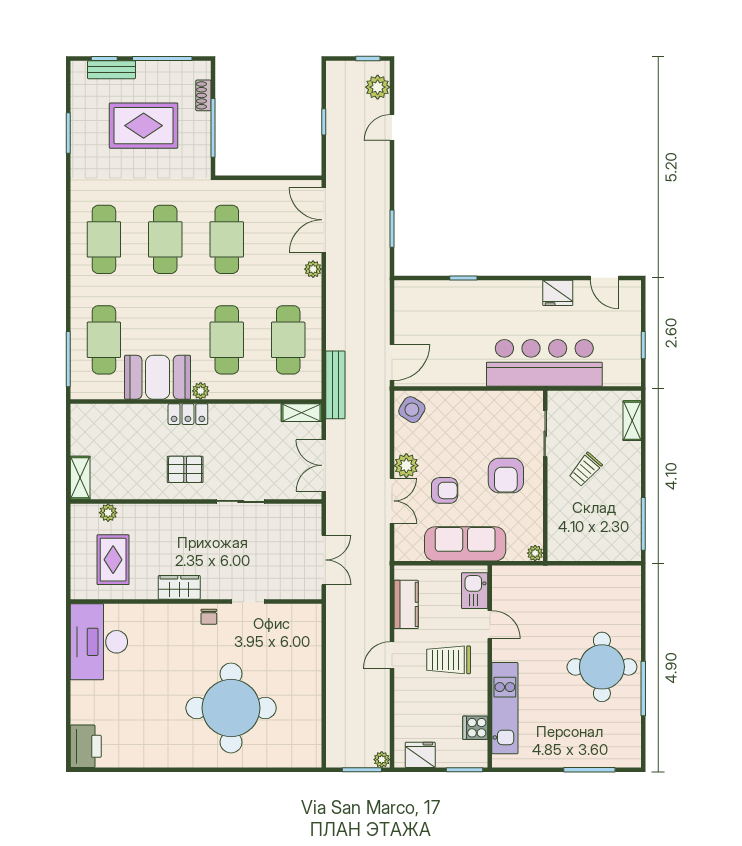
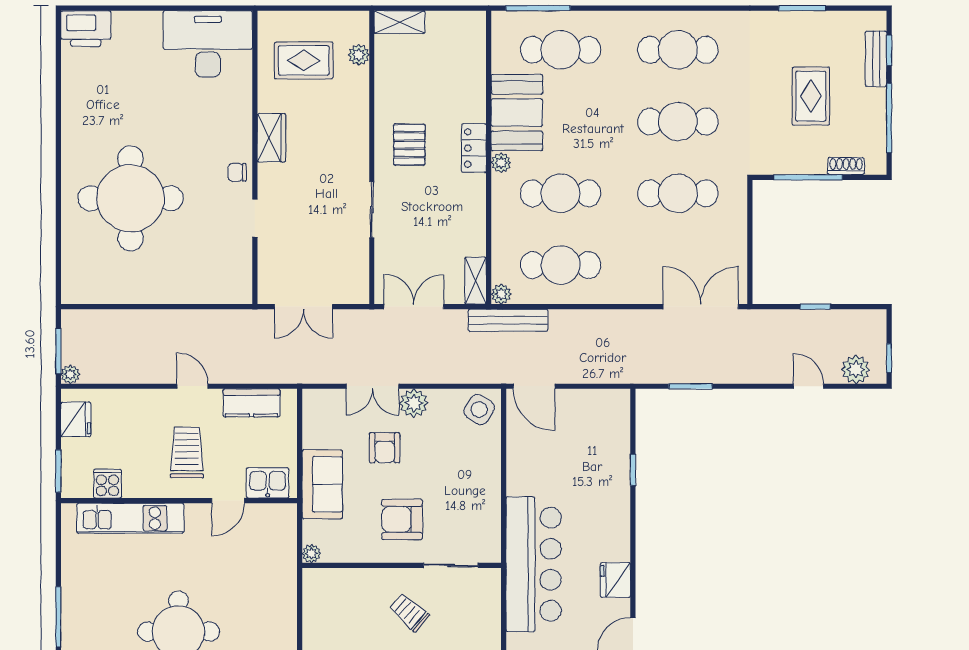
rug: (144, 126) -> (811, 96), width x0.73, depth x0.70
plant: (313, 269) -> (501, 294), moved
sofa: (465, 544) -> (322, 484), width x0.73

